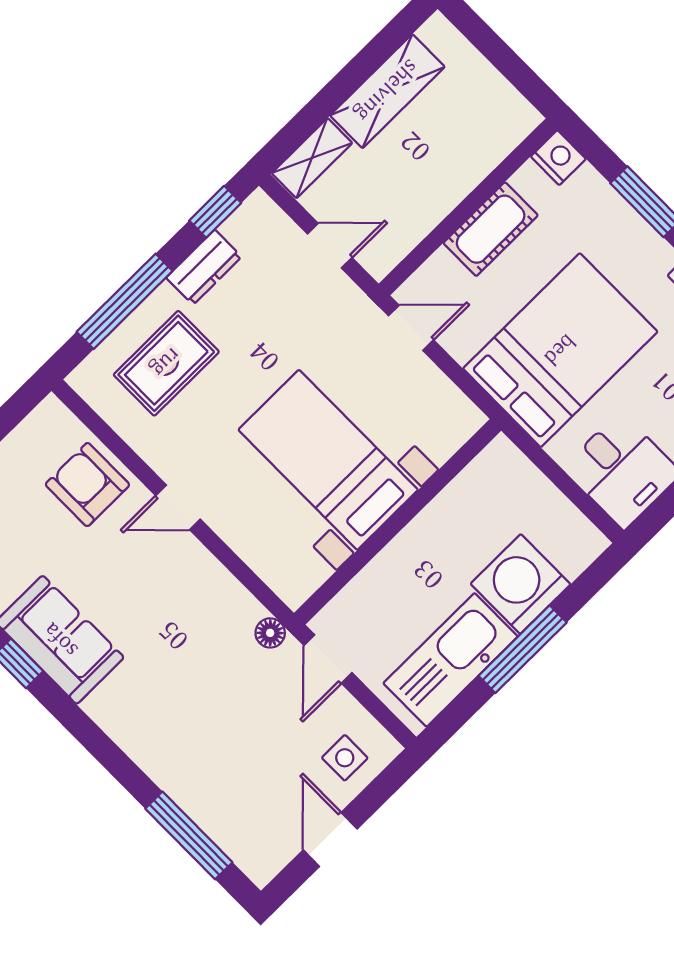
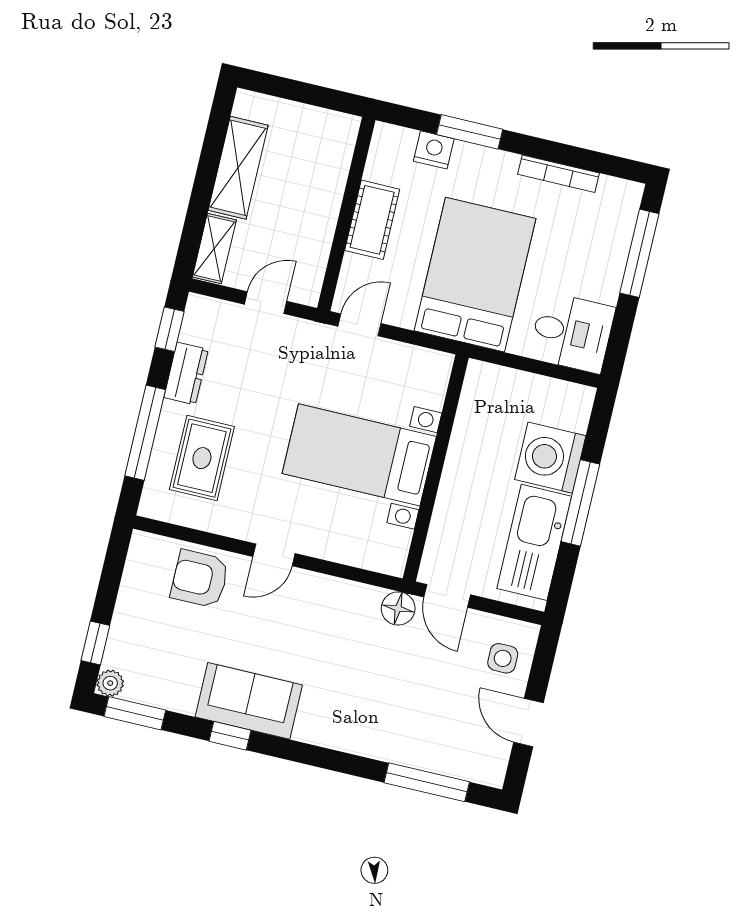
nightstand: (558, 158) -> (434, 150), moved
floor lamp: (270, 633) -> (398, 608), width x1.37, depth x1.37

